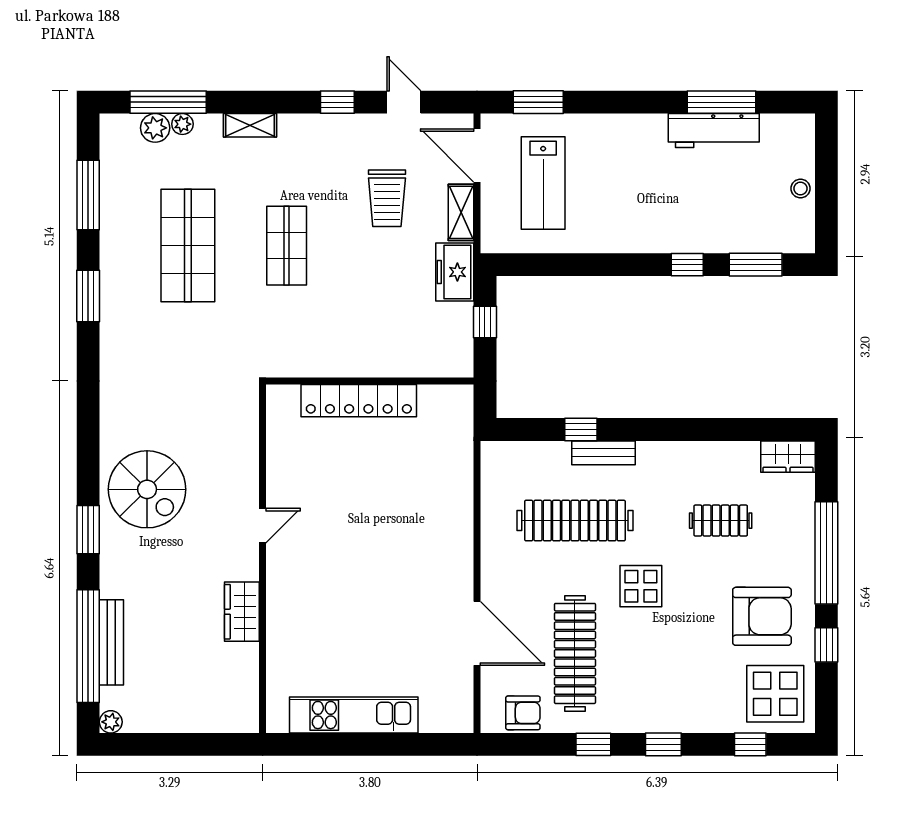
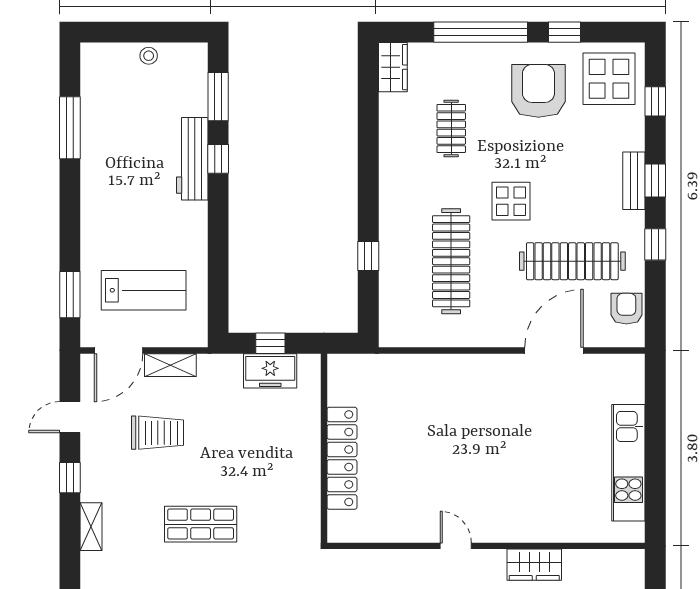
shelving: (250, 125) -> (91, 527), moved
workbench: (714, 131) -> (192, 159), moved, turned 180
freezer: (455, 272) -> (270, 371), moved
bench: (603, 453) -> (634, 181), moved

